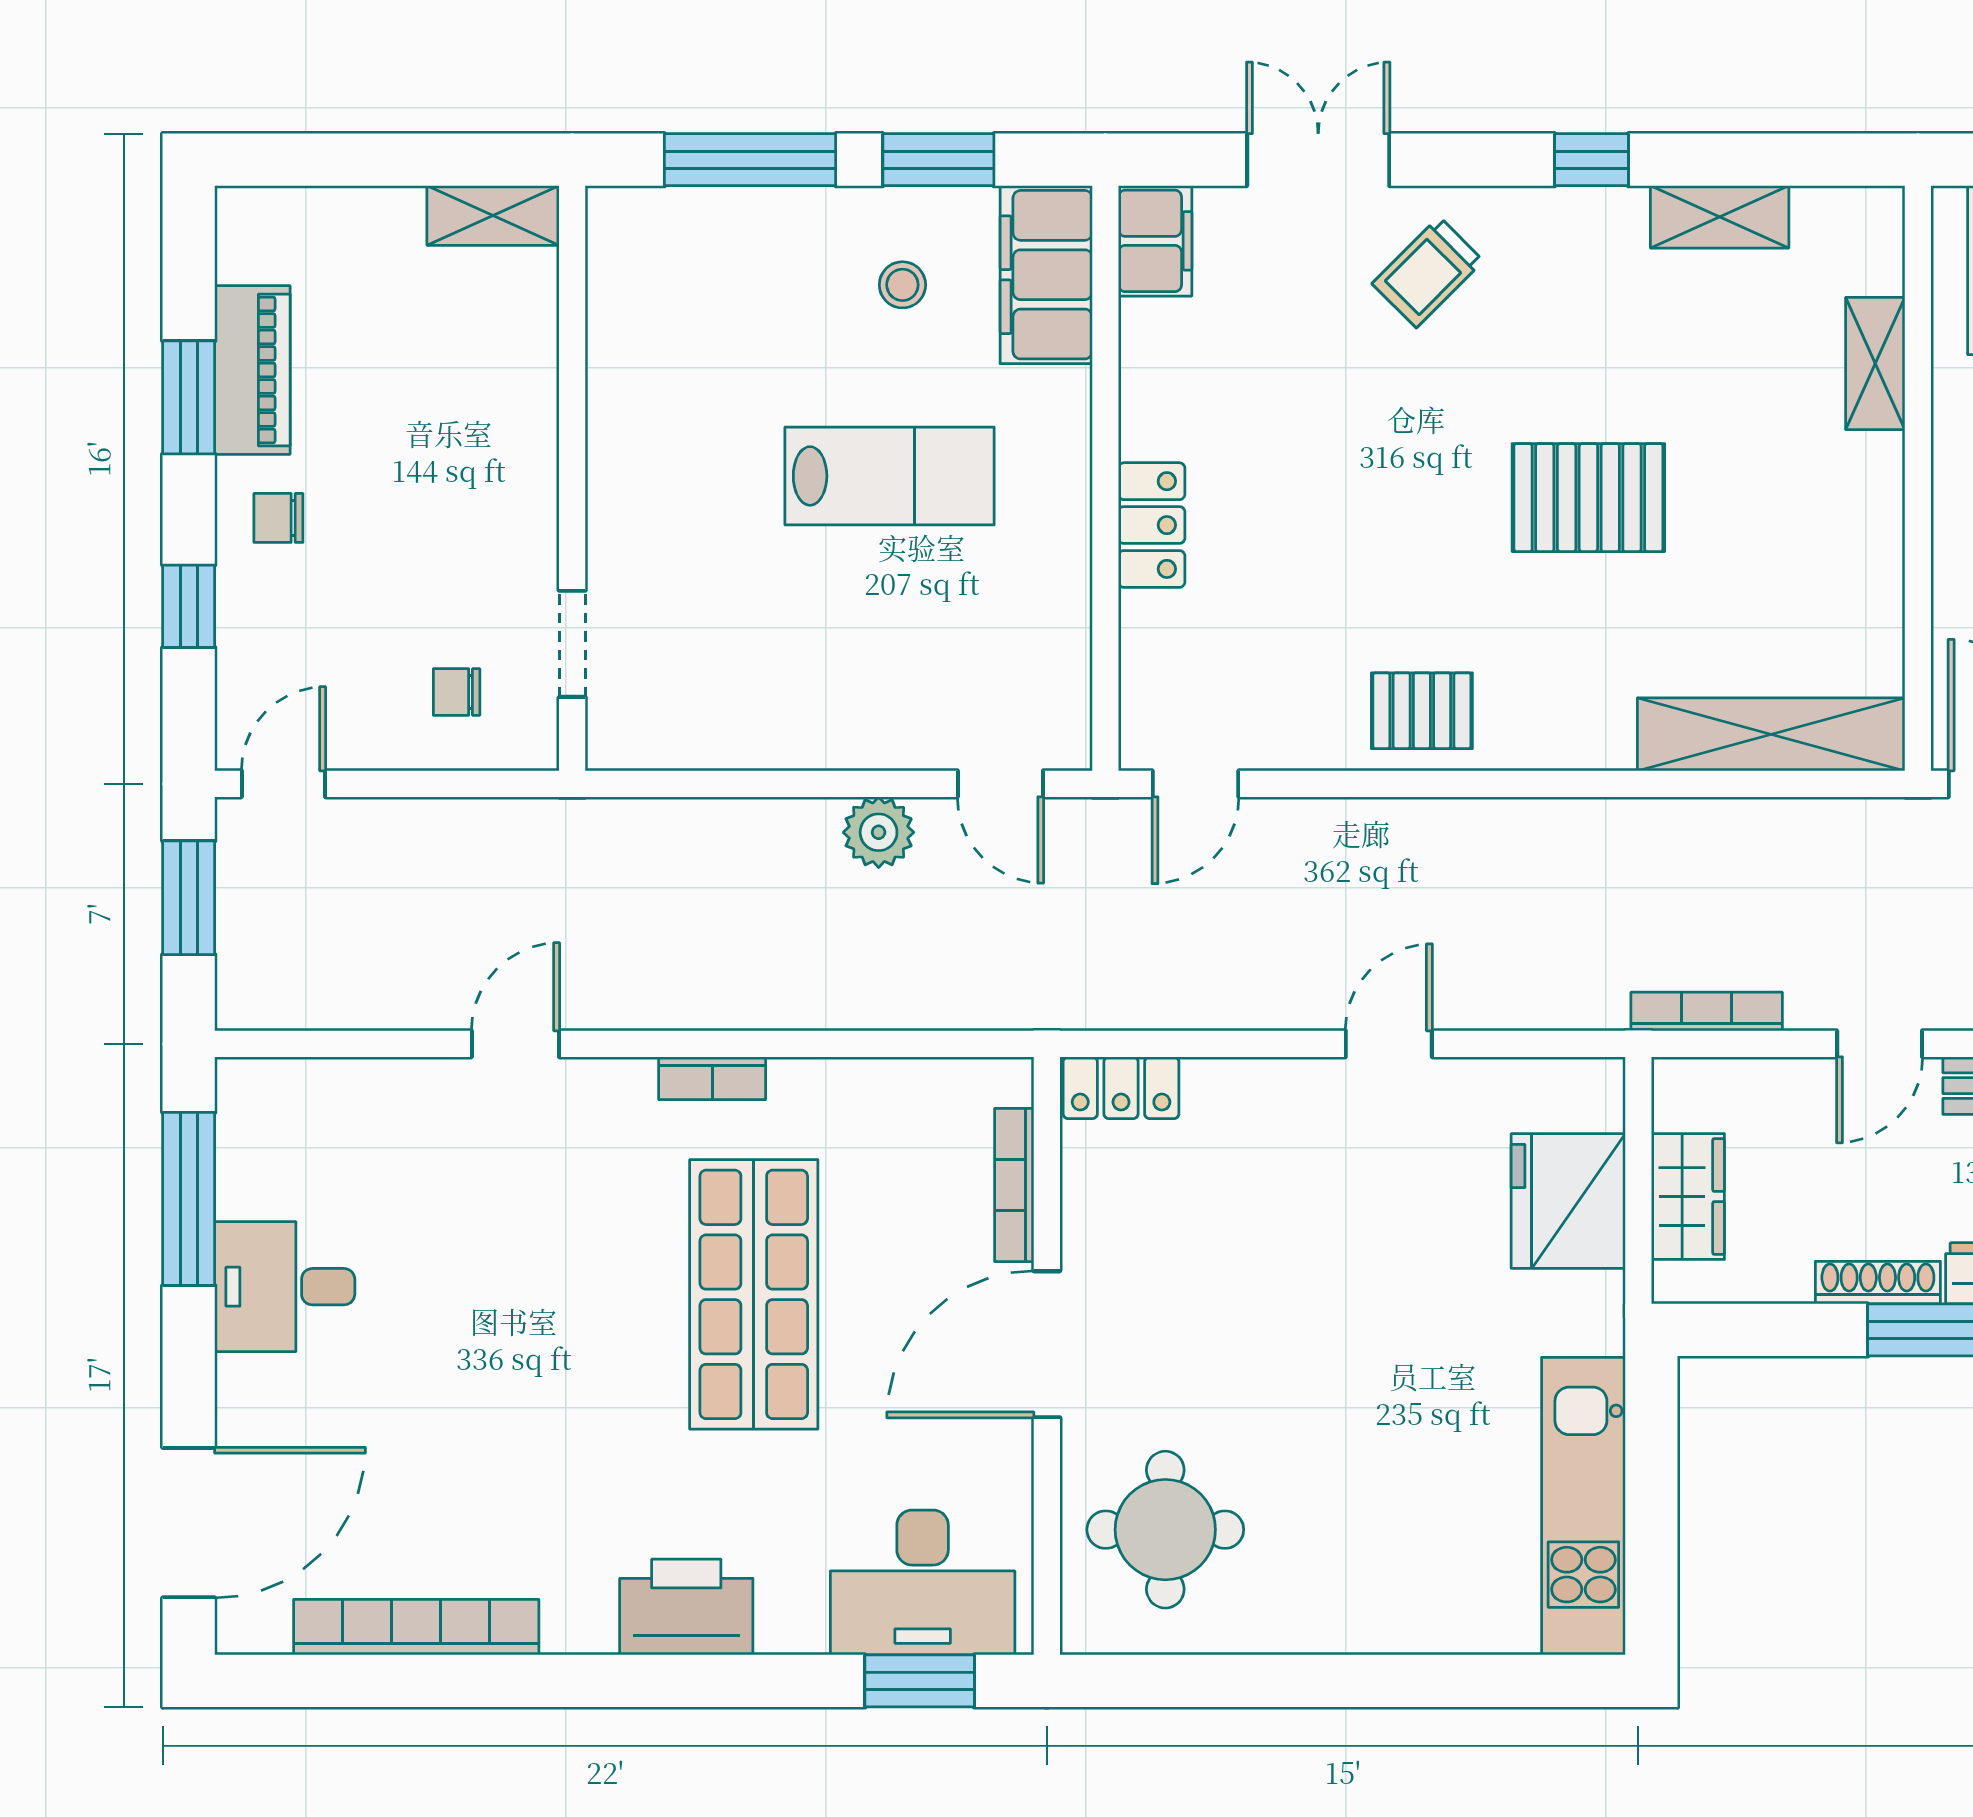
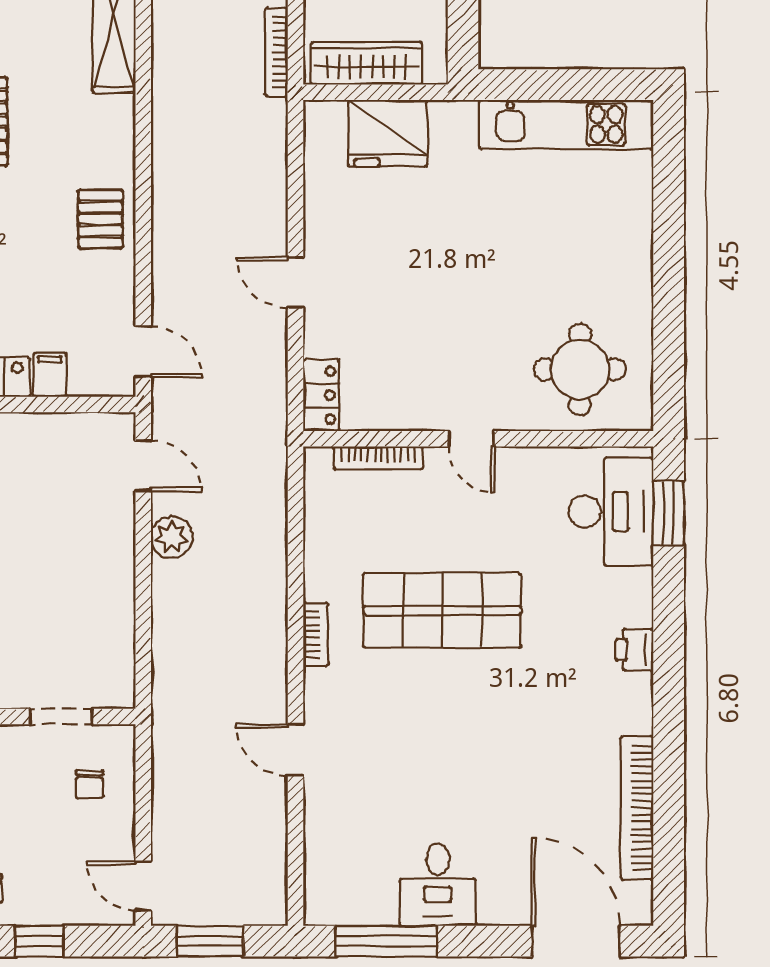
filing cabinet: (1156, 624) -> (50, 375), added
door: (1000, 784) -> (143, 466), hinge flipped
door: (1389, 1044) -> (296, 283), moved
wardrobe: (1688, 1197) -> (366, 63), width x1.50
door: (1047, 1344) -> (471, 439), width x0.53
printer: (686, 1607) -> (634, 650), width x0.53, depth x0.68

